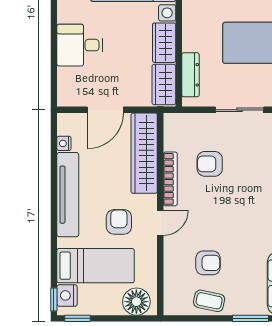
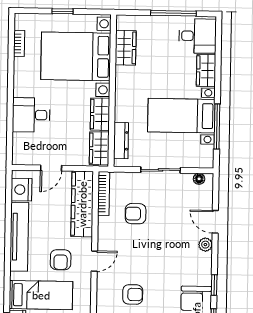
door: (105, 110) -> (51, 168), width x0.73
nightstand: (64, 143) -> (21, 190), width x1.89, depth x1.79
bookcase: (170, 179) -> (104, 194), moved
armchair: (119, 222) -> (61, 260), turned 180

